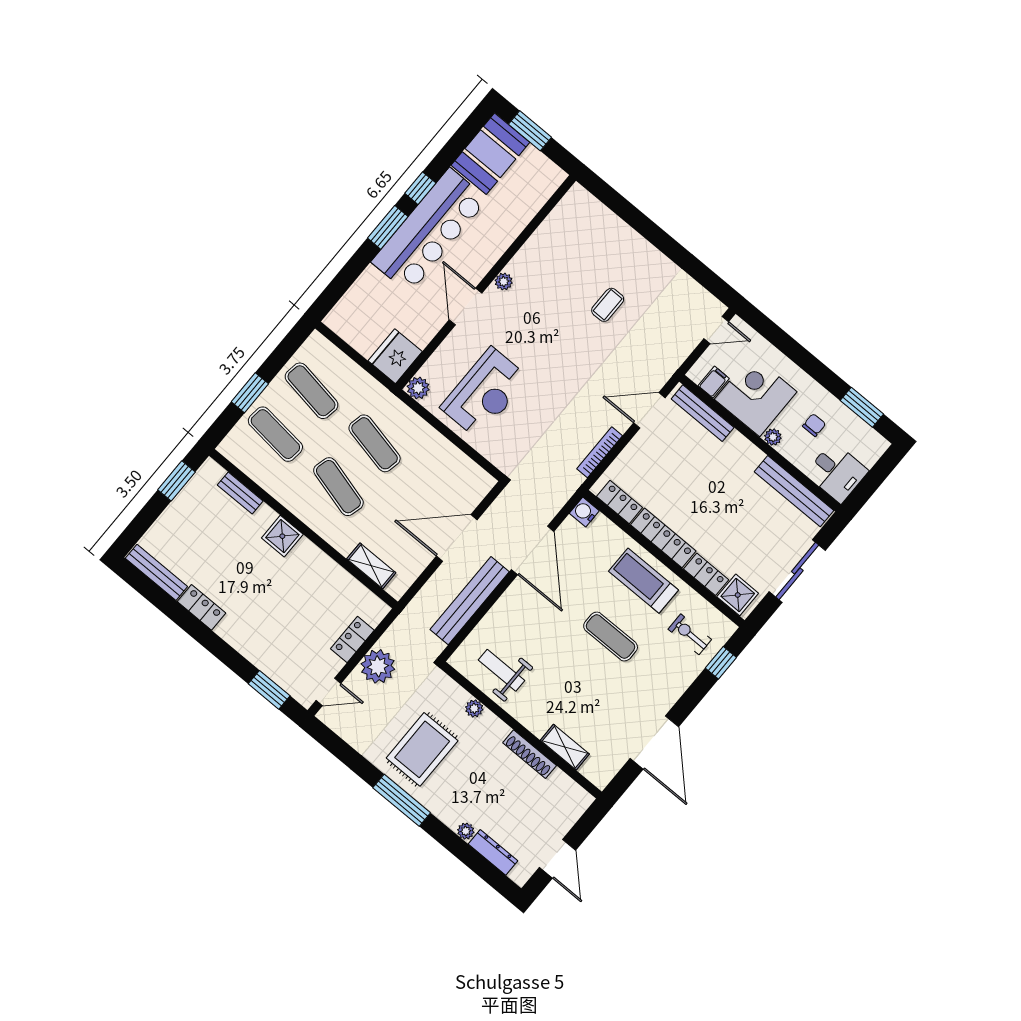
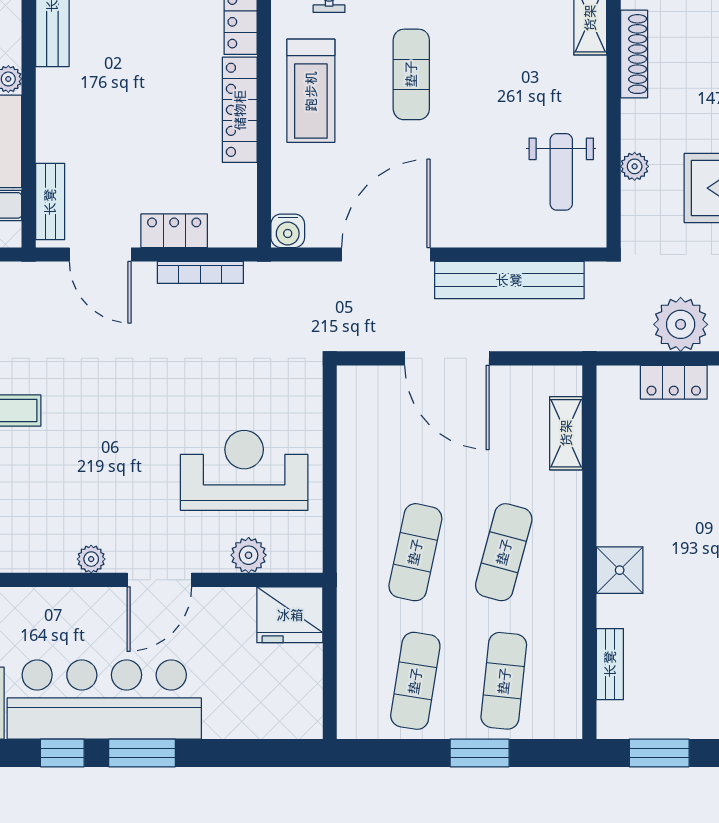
plant: (418, 388) -> (249, 555), moved
bench: (703, 413) -> (50, 202), width x0.73
locker: (620, 502) -> (174, 231), moved, turned 90

